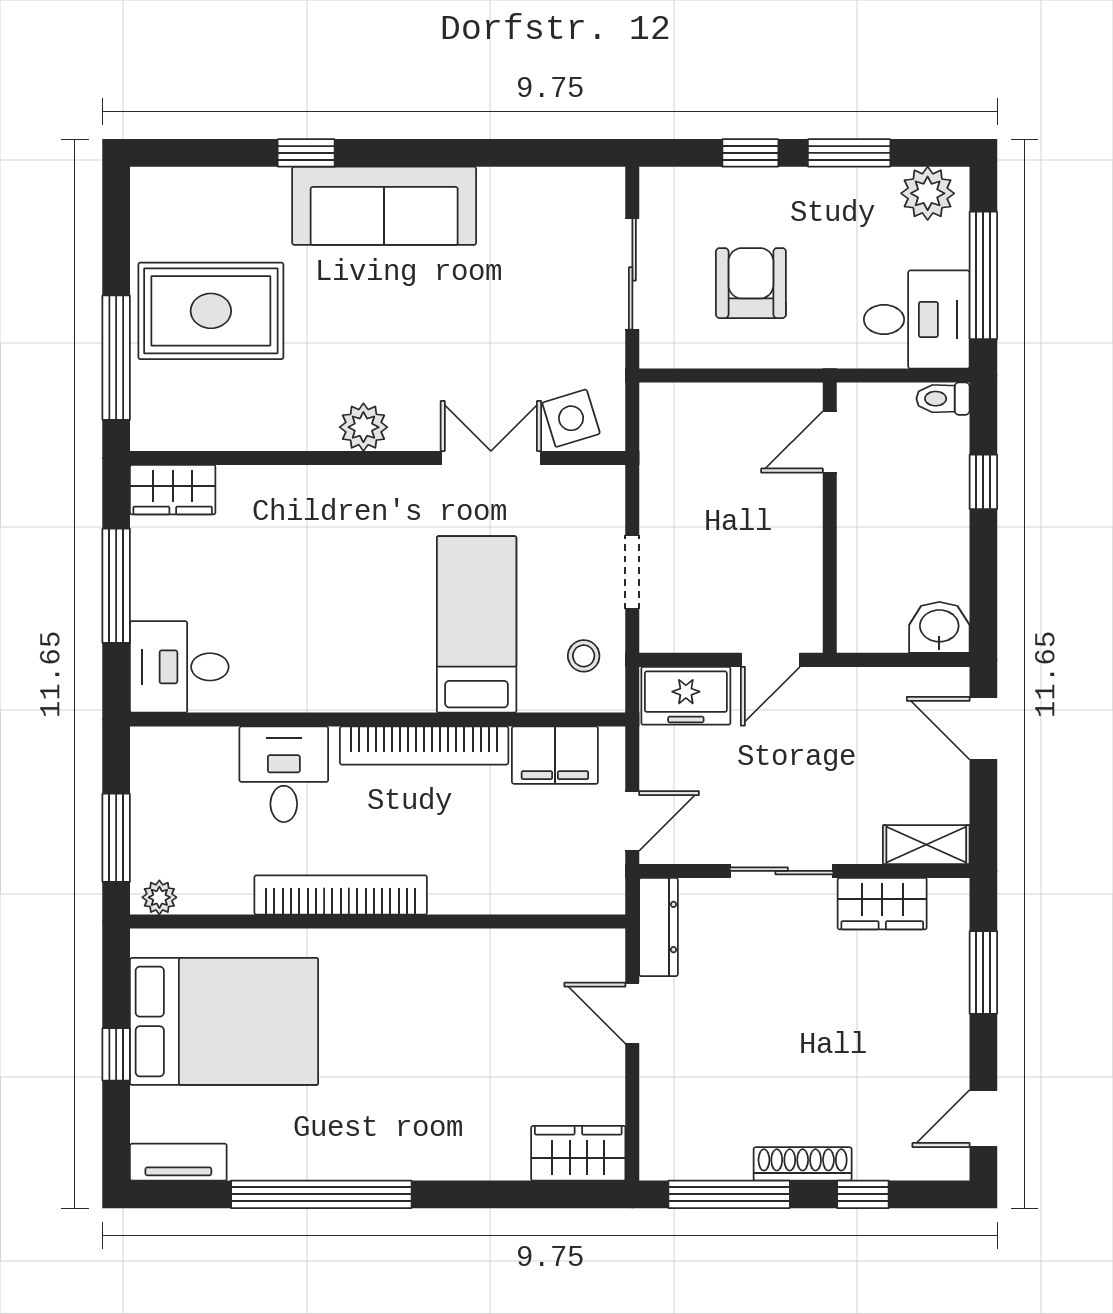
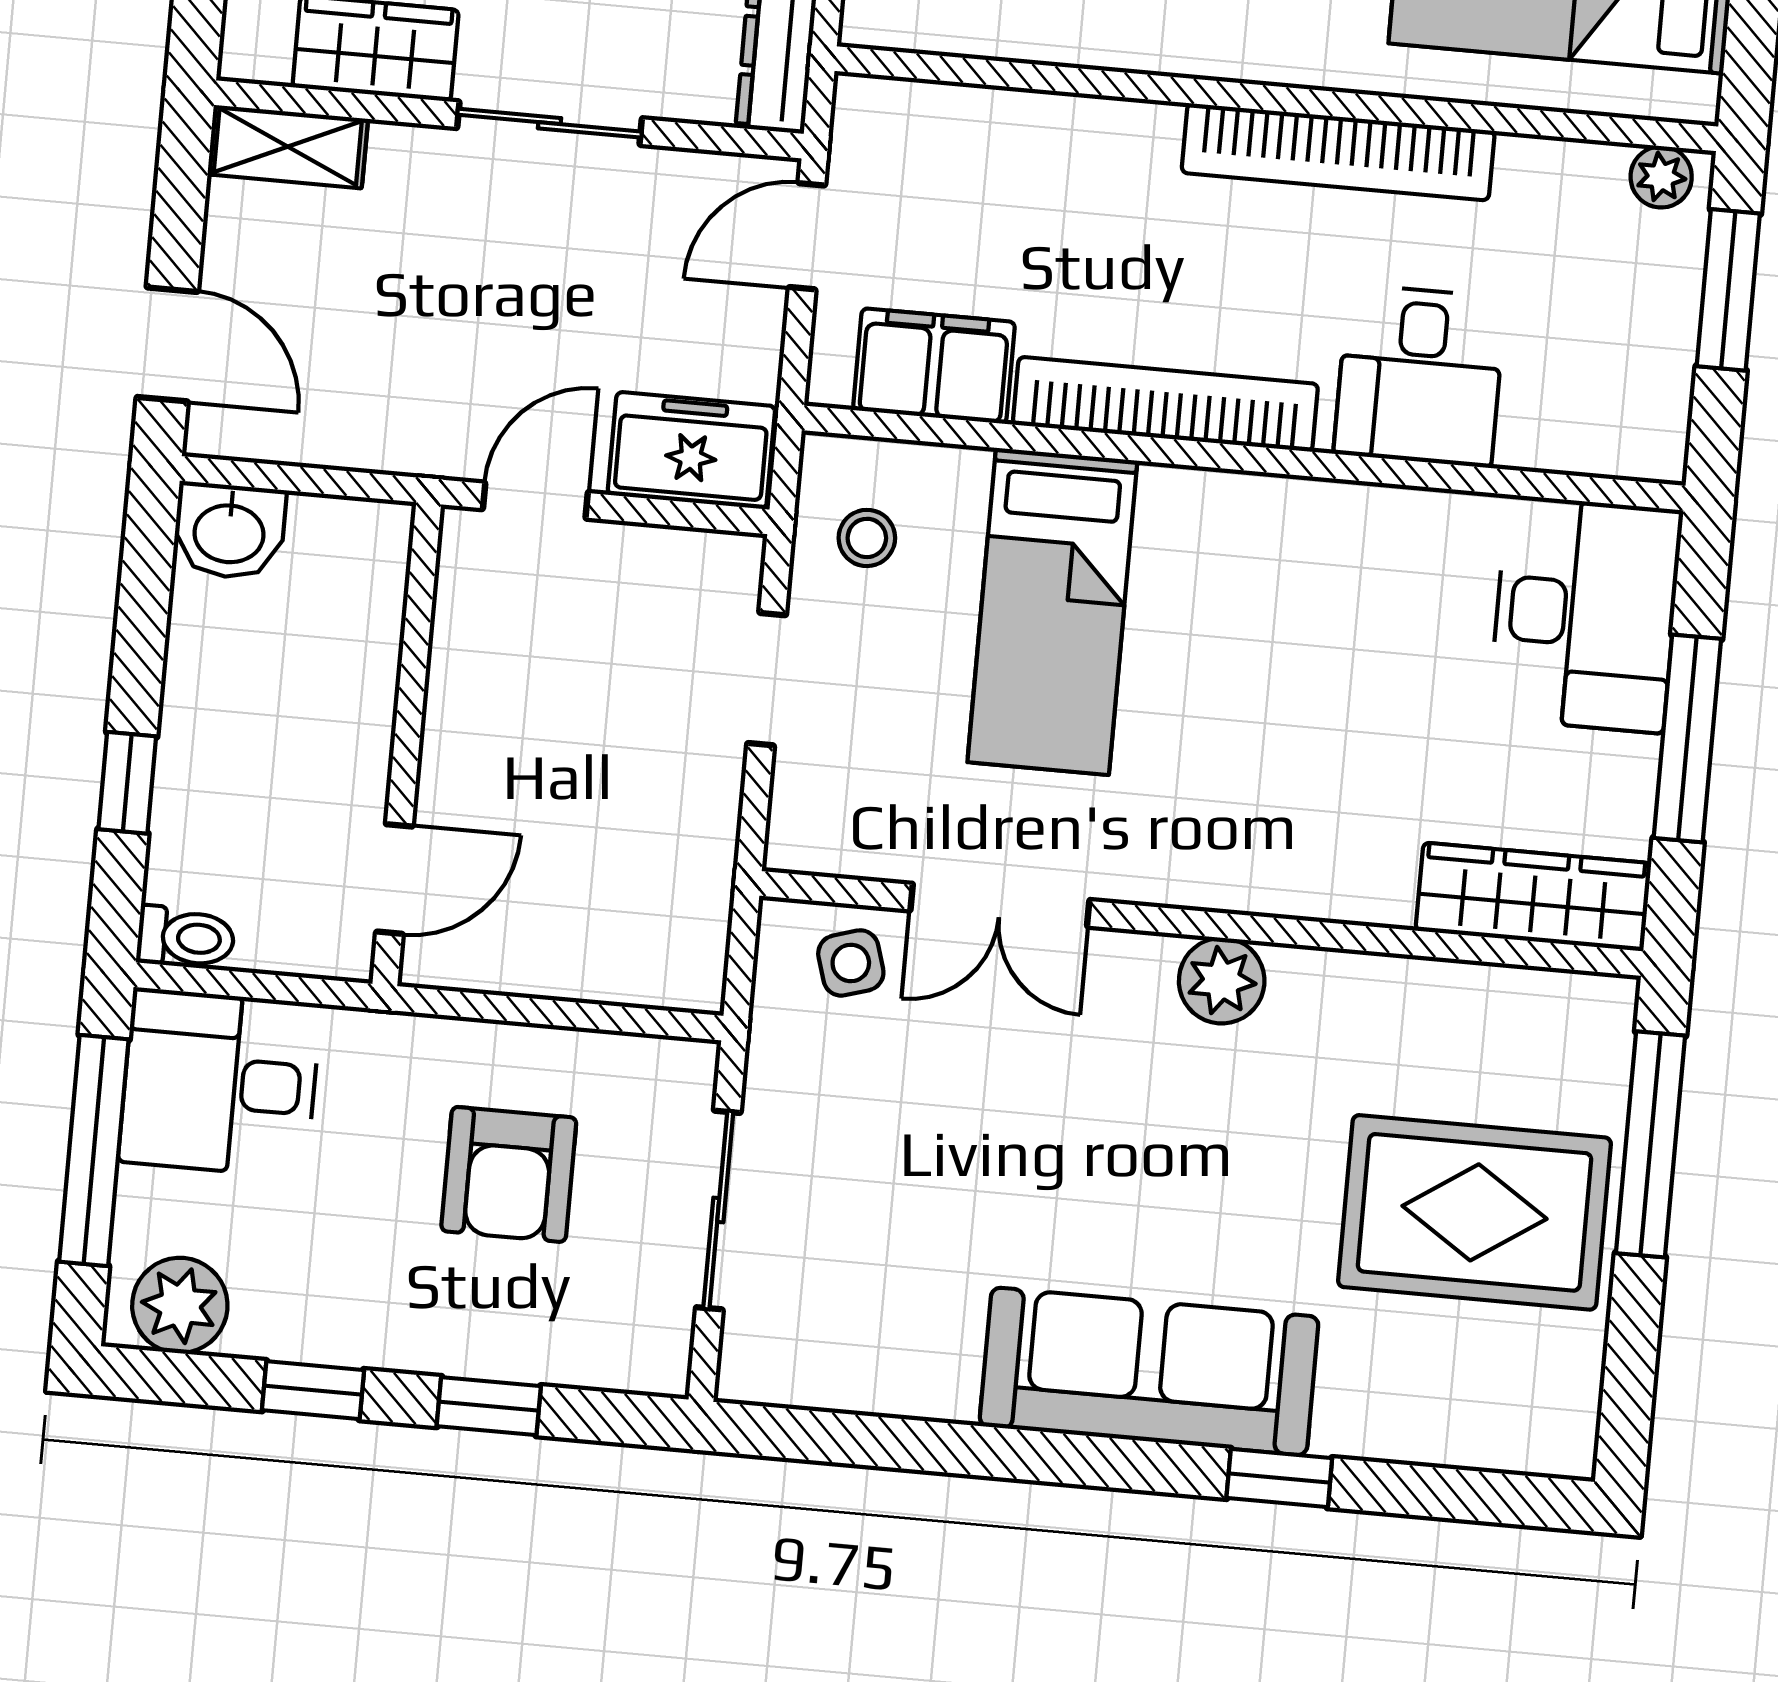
window: (849, 153) -> (313, 1390), width x0.67
side table: (571, 418) -> (851, 963), width x0.73, depth x0.73
wardrobe: (173, 490) -> (1533, 897), width x1.50
desk: (179, 667) -> (1586, 614), width x1.37

